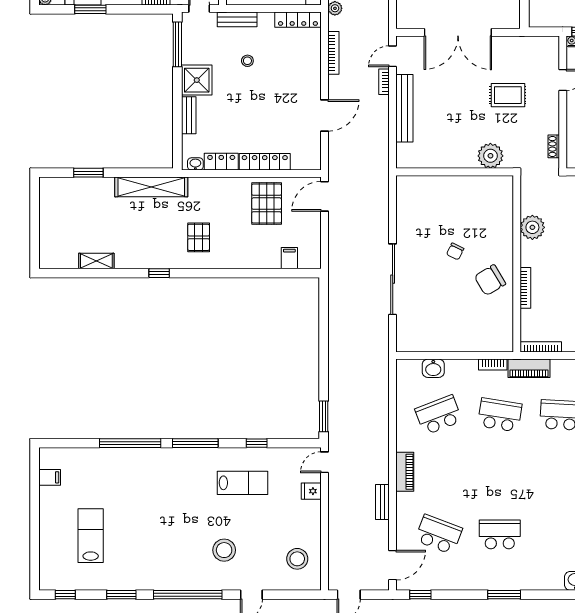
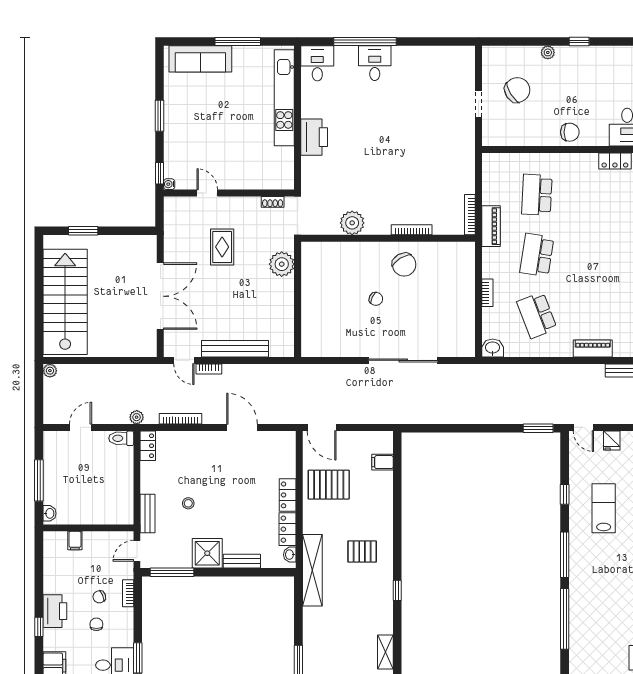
locker: (298, 20) -> (148, 446), width x0.66
locker: (265, 162) -> (288, 495), width x0.66
shelving: (151, 187) -> (312, 570), moved
bookcase: (493, 365) -> (487, 293), moved
washbasin: (433, 368) -> (493, 348), moved, turned -90

